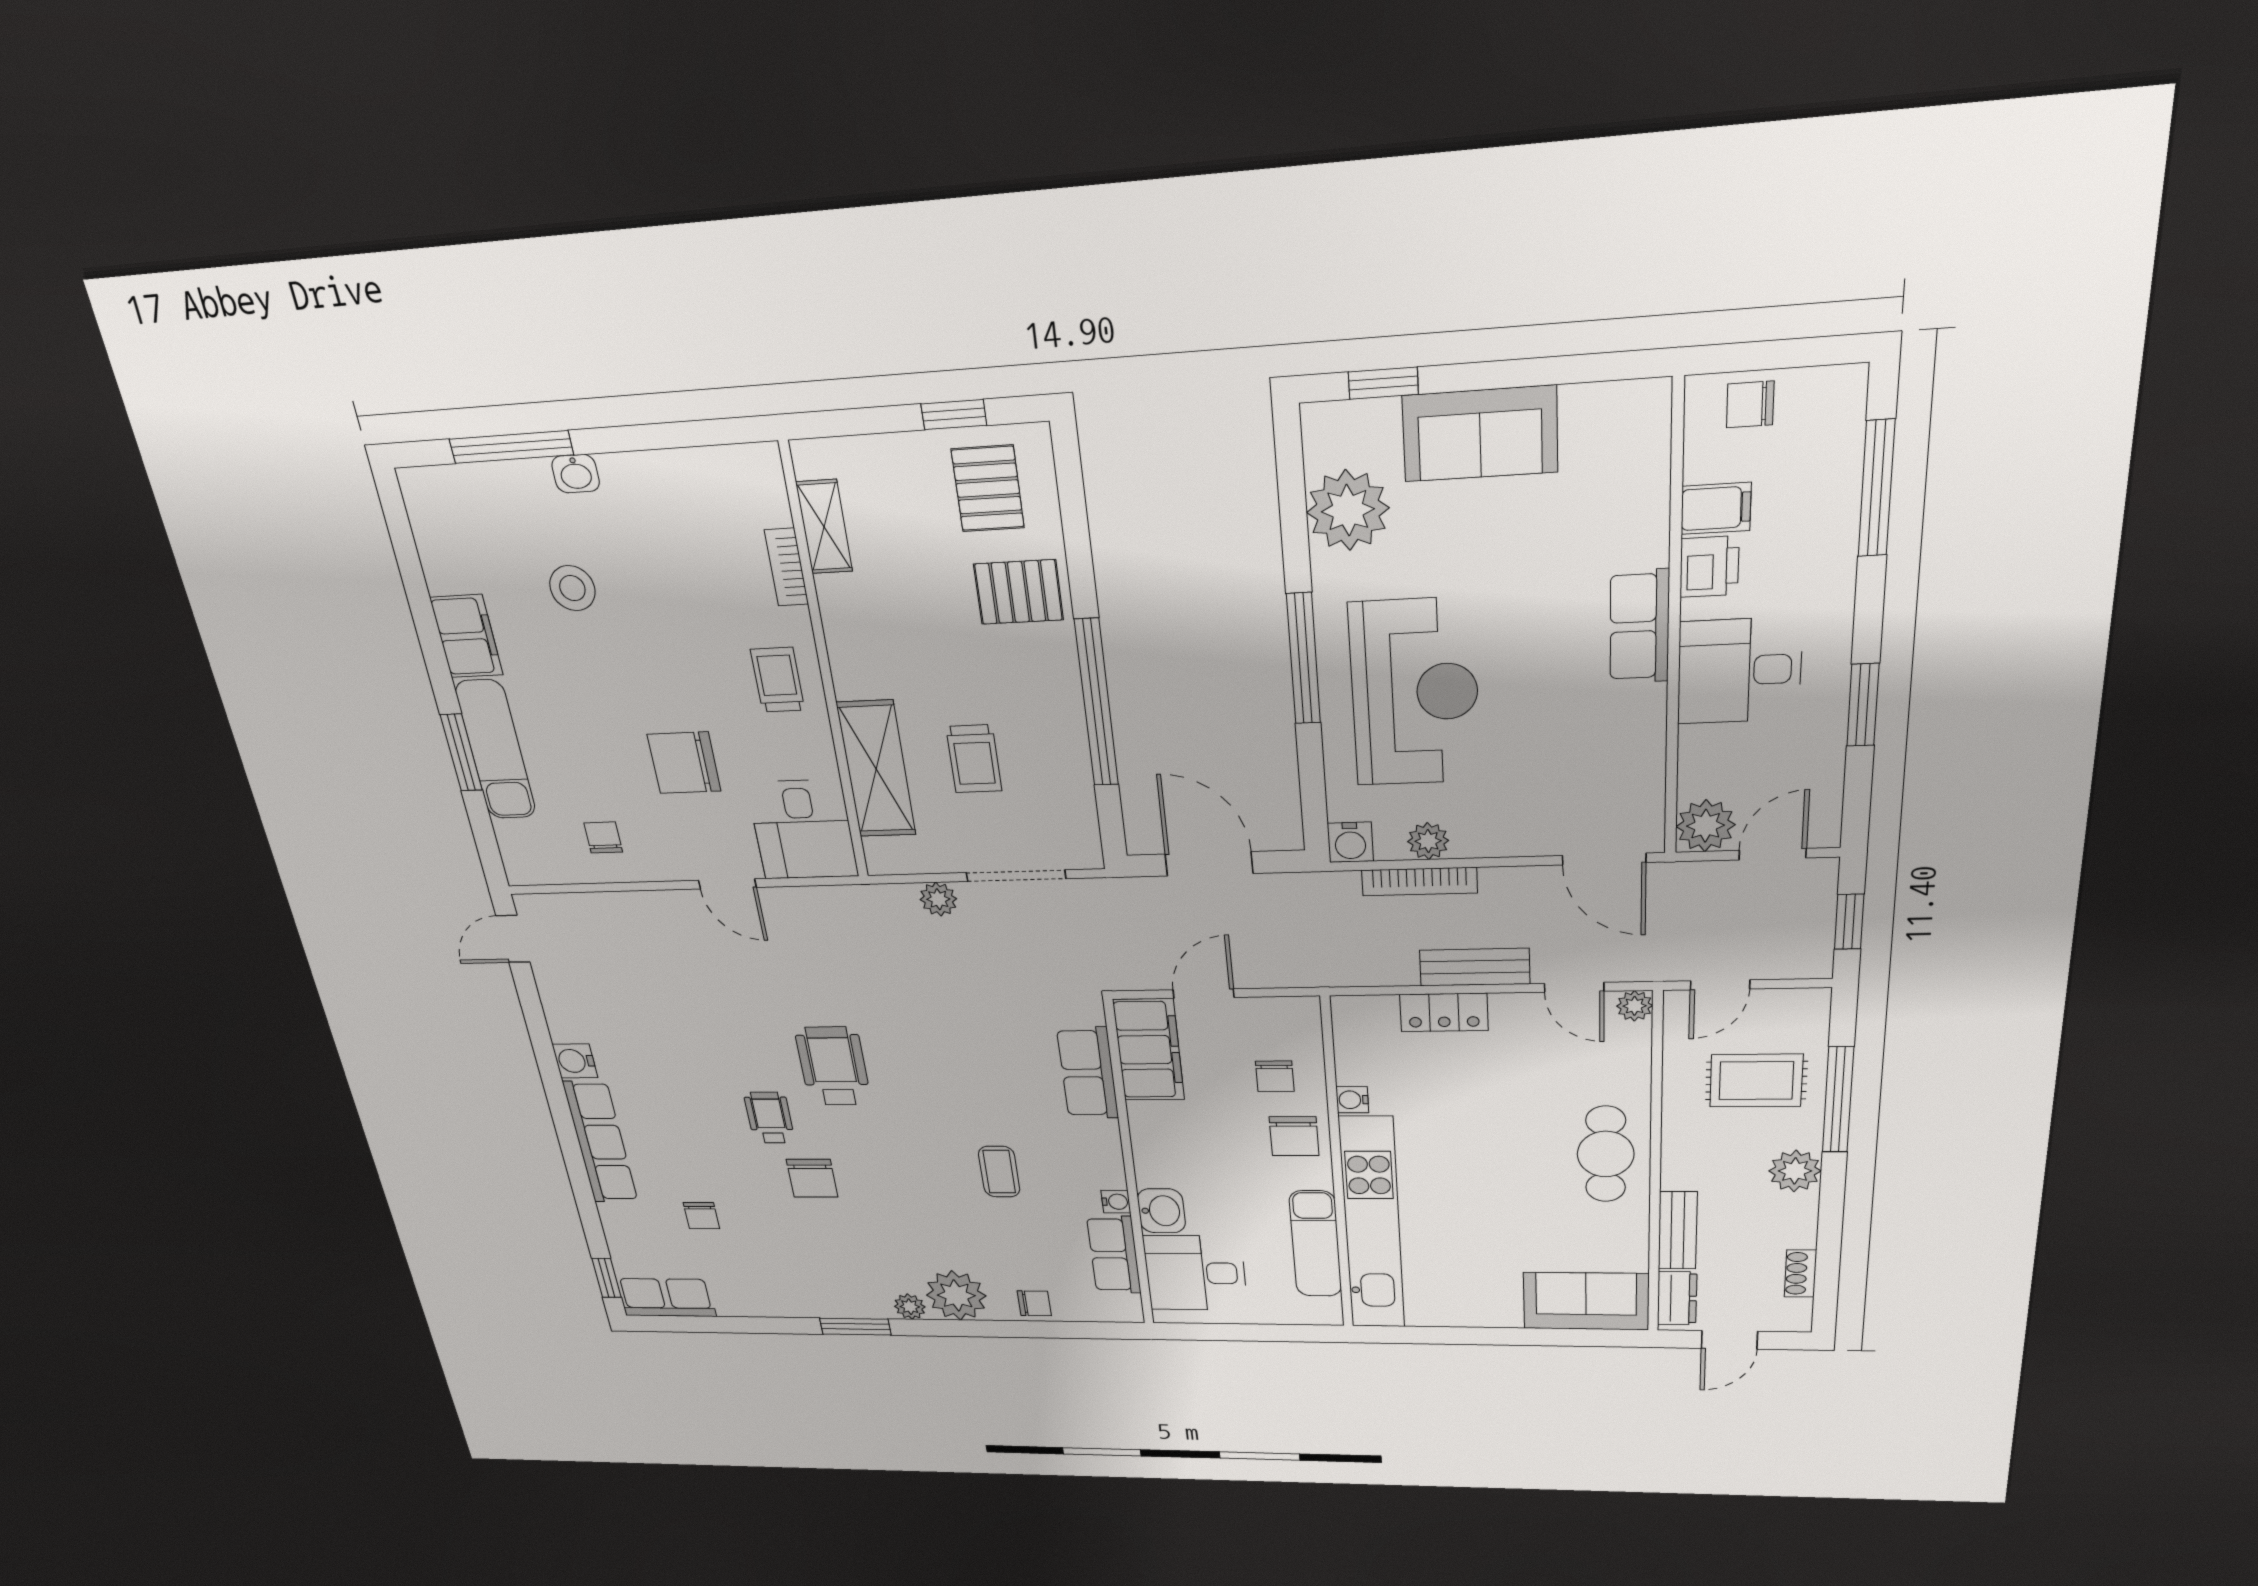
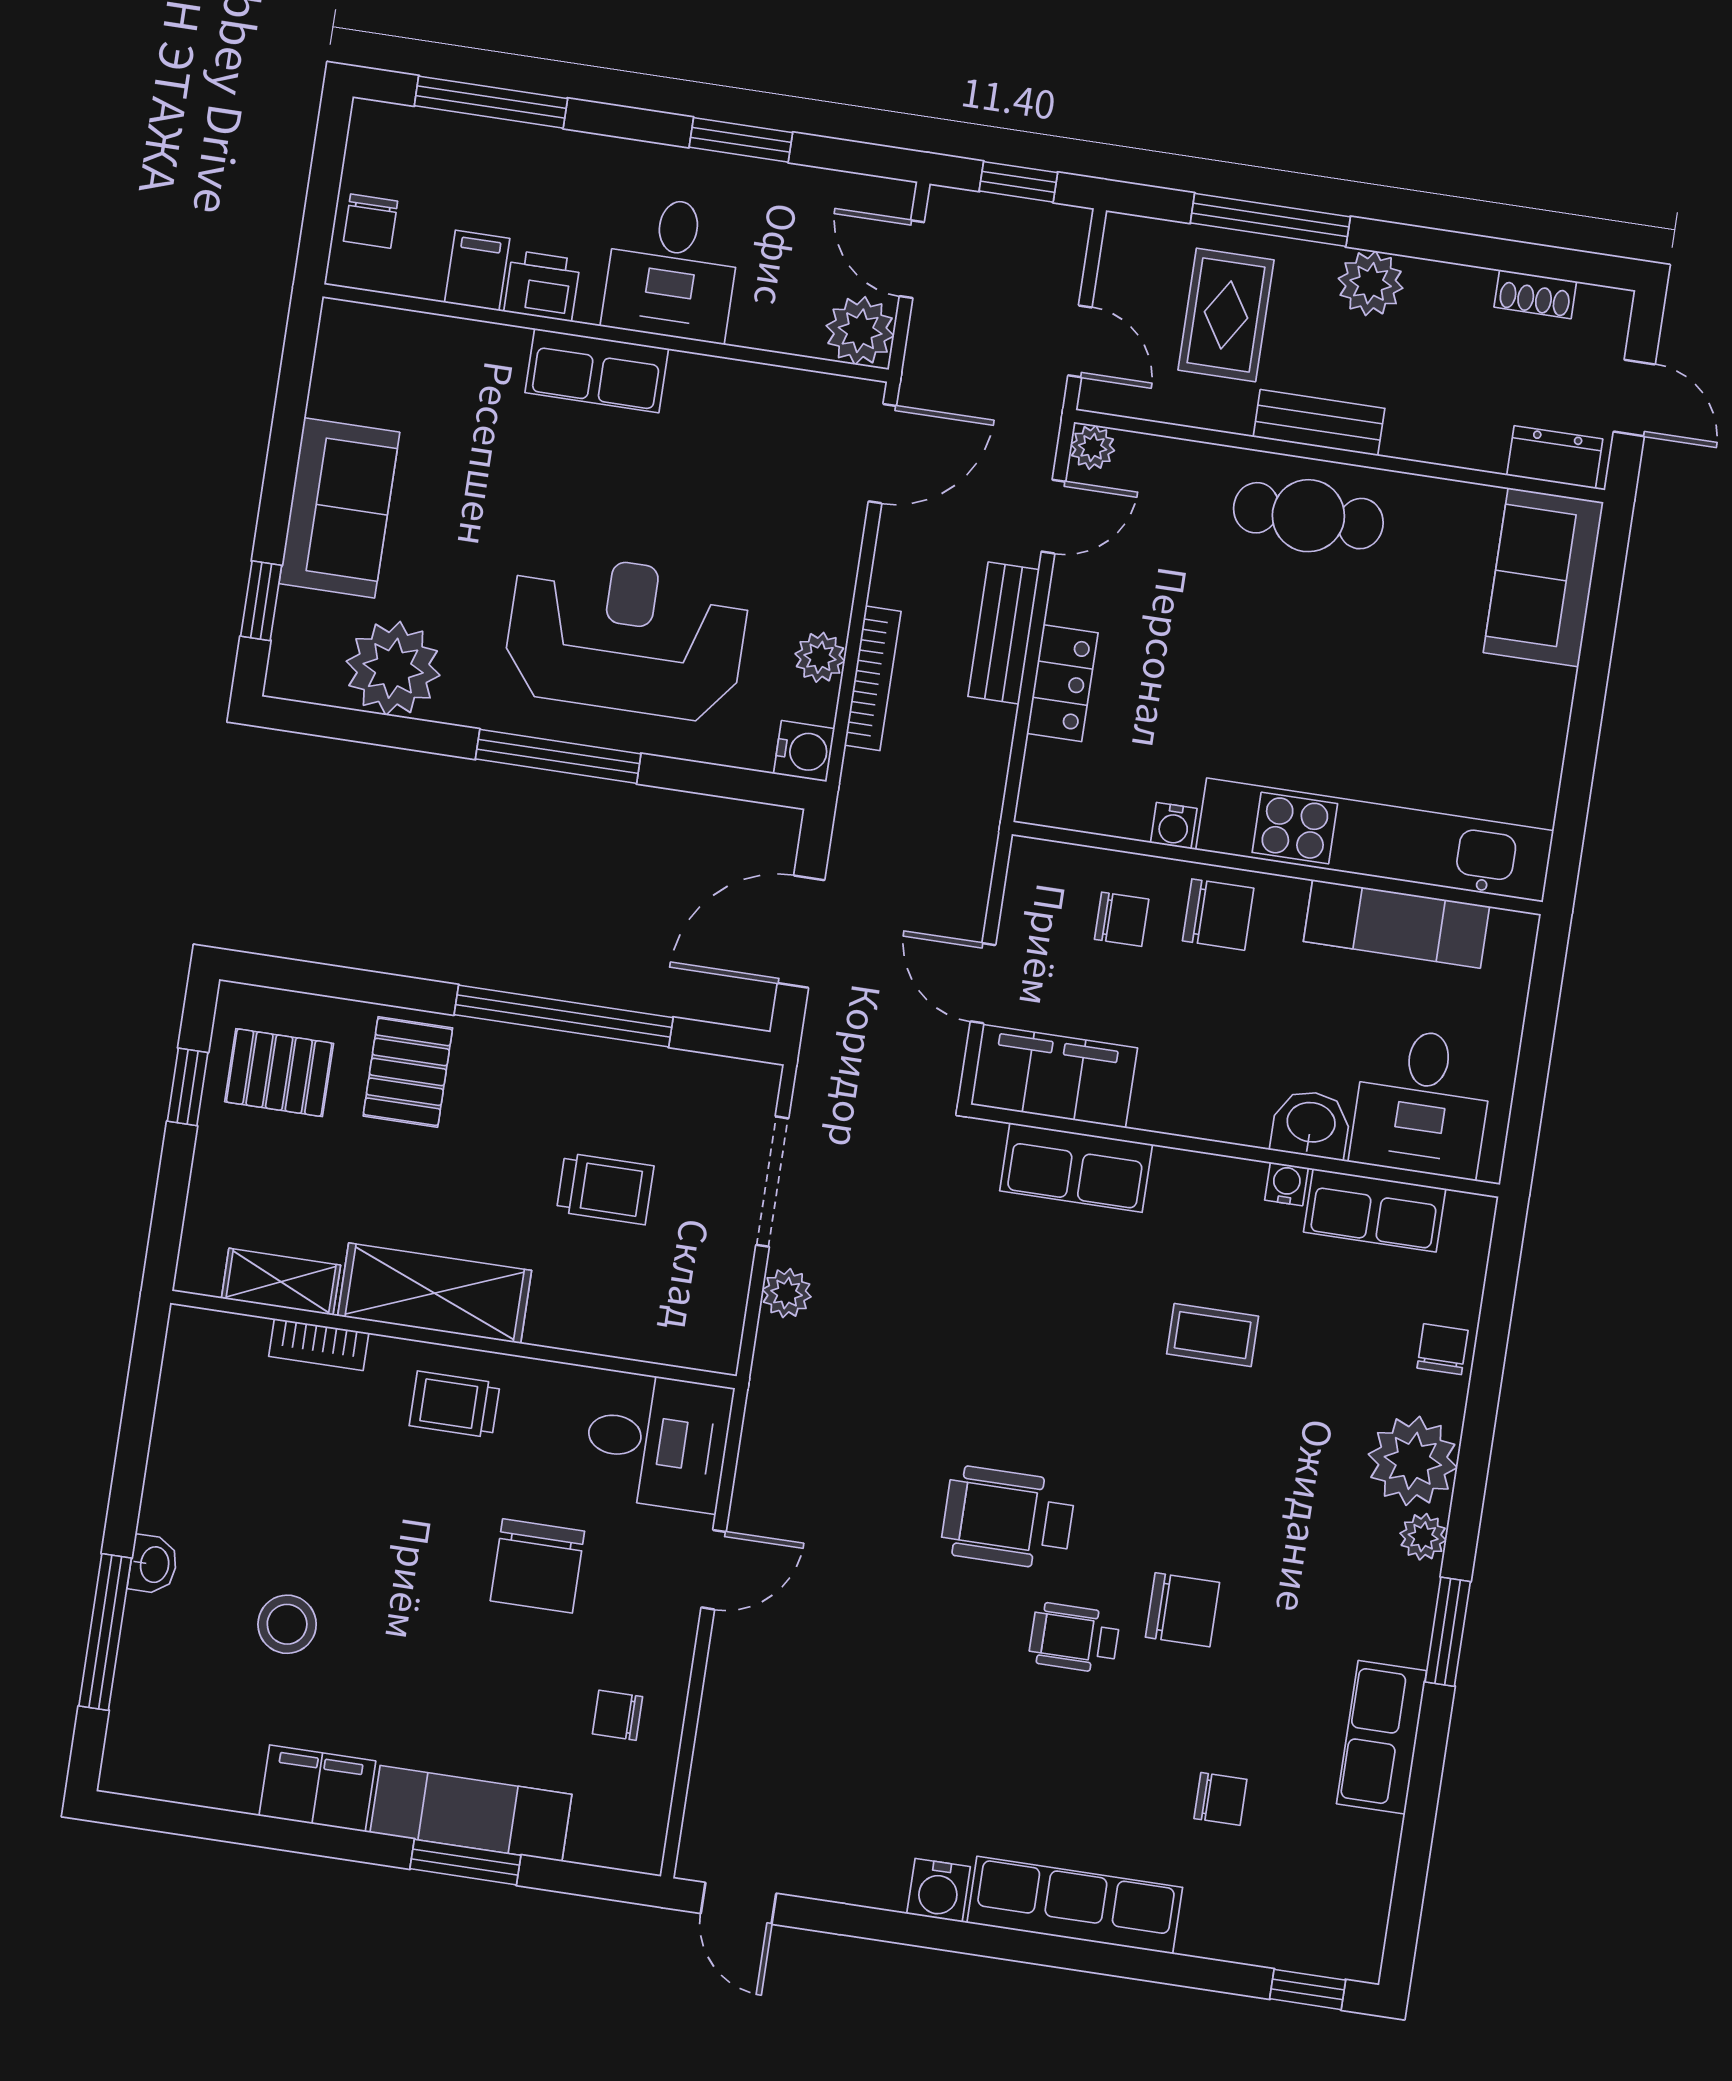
shelving: (876, 769) -> (435, 1293), moved
bench: (1678, 1230) -> (1319, 423), moved
row of seats: (666, 1298) -> (1382, 1737), moved

